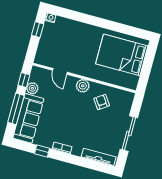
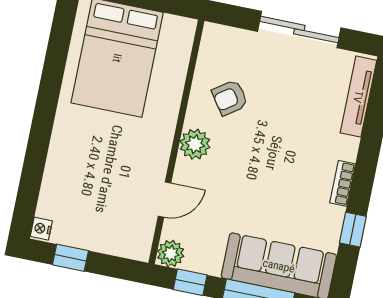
plant: (32, 88) -> (171, 254), moved

